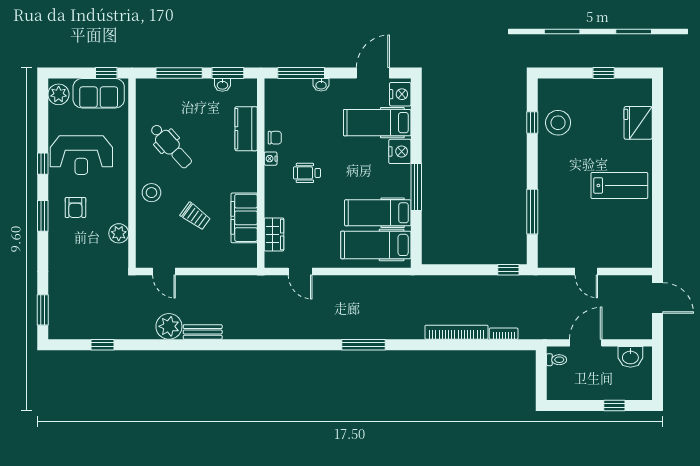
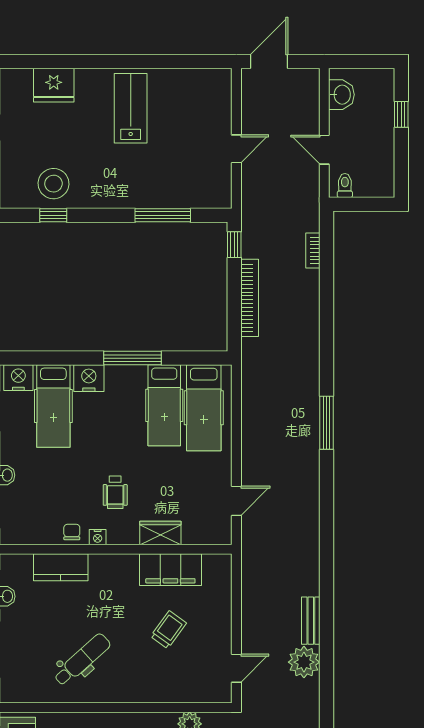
stool: (151, 193) -> (139, 684), removed
wardrobe: (274, 234) -> (160, 533), moved
bookcase: (457, 332) -> (250, 298), moved, turned 180
door: (586, 343) -> (324, 150), width x0.73

